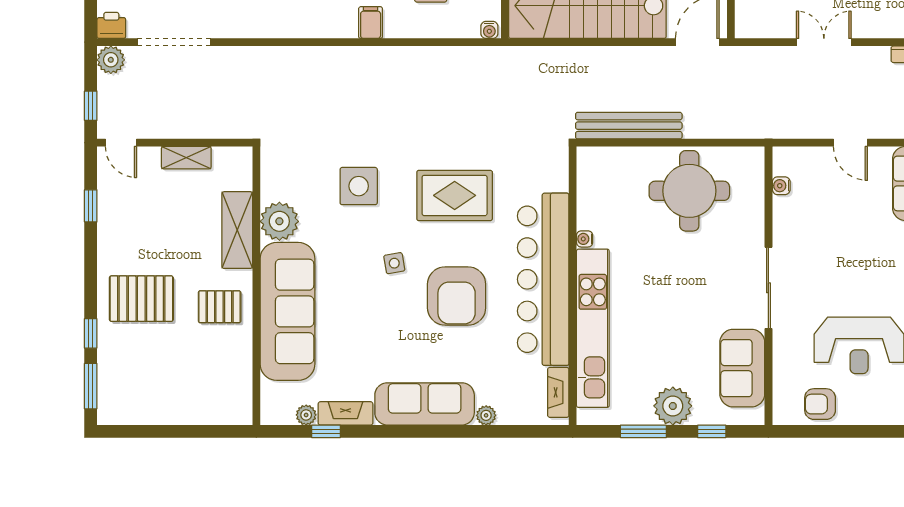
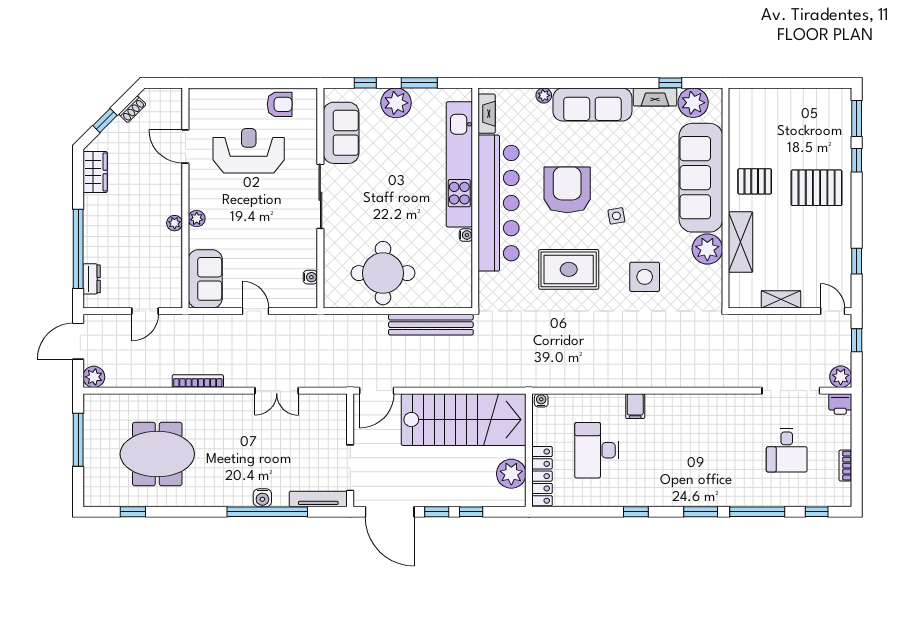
plant: (306, 415) -> (693, 103), width x1.88, depth x1.88

